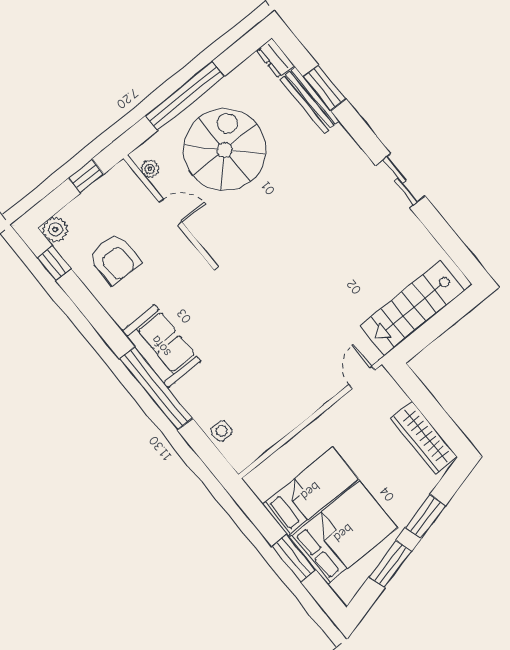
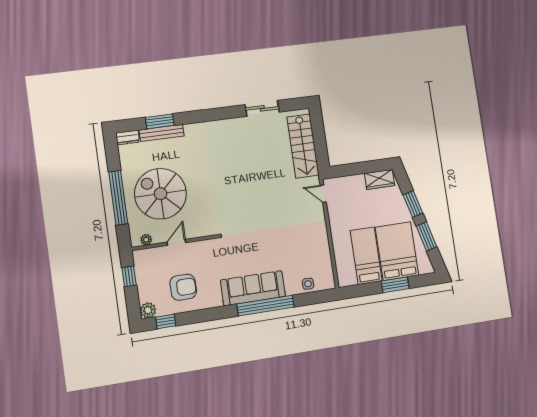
sliding door: (400, 181) -> (262, 108), moved
sofa: (161, 346) -> (253, 288), width x1.36
wardrobe: (424, 438) -> (380, 179), width x0.67

